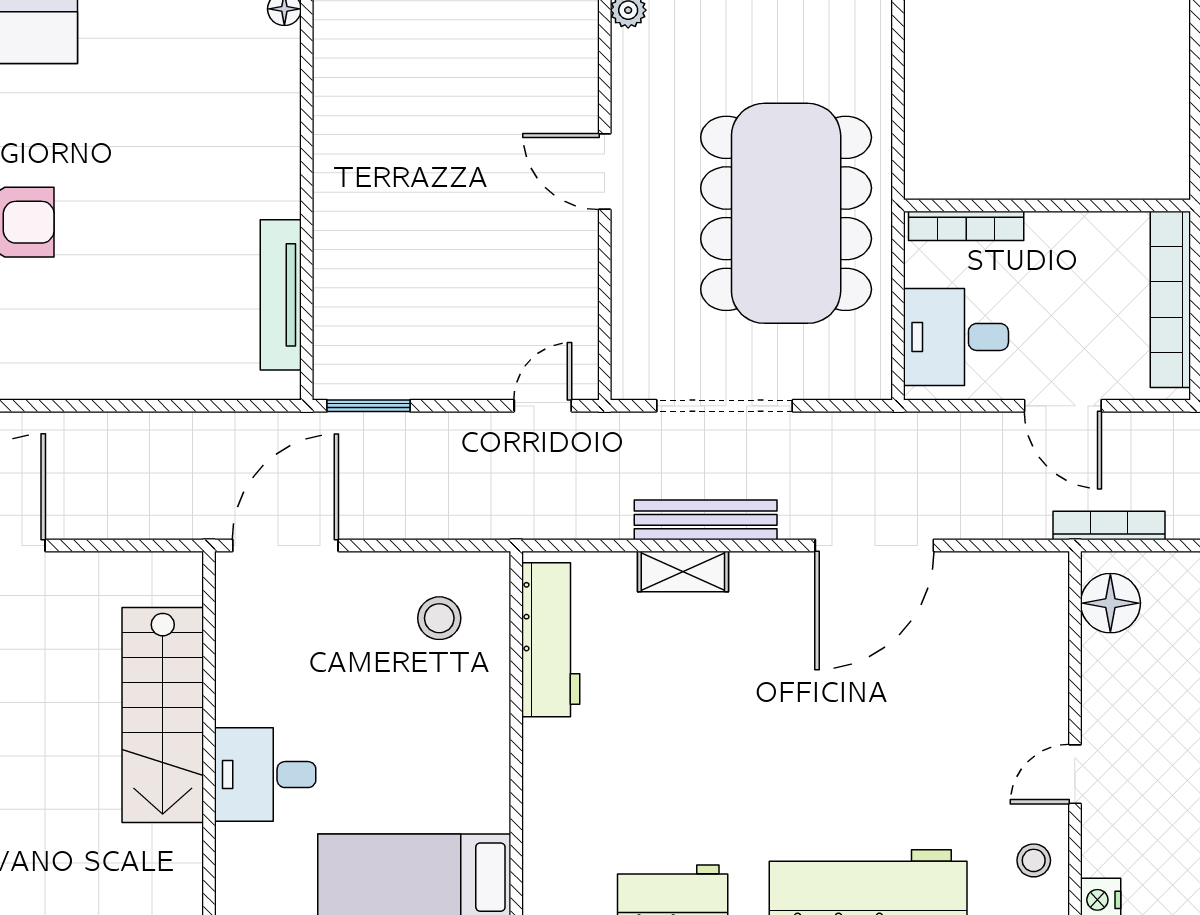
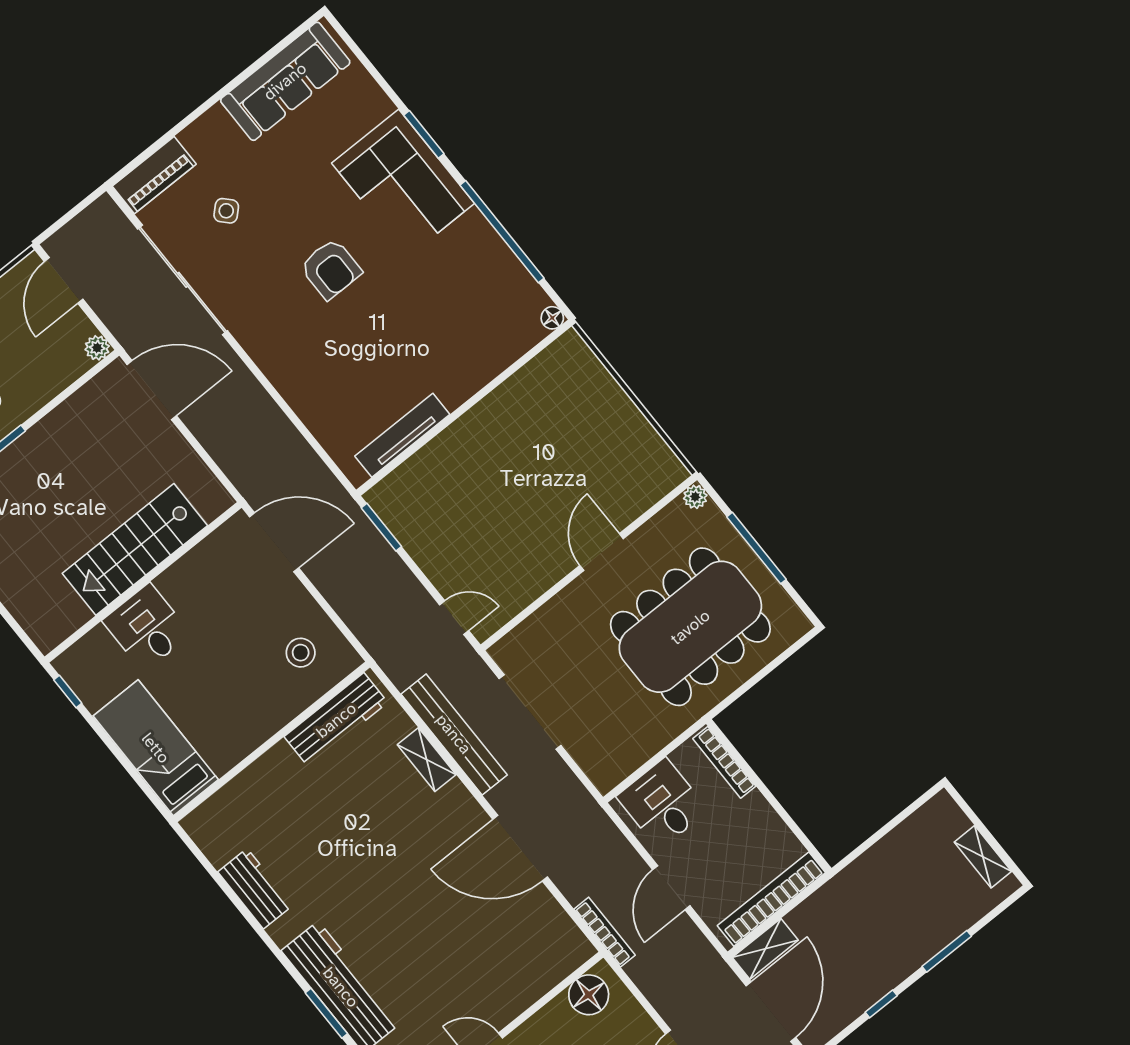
dining table: (786, 213) -> (690, 627), moved
bench: (706, 520) -> (454, 734), width x1.37, depth x1.21
bookcase: (1109, 526) -> (605, 932), moved

